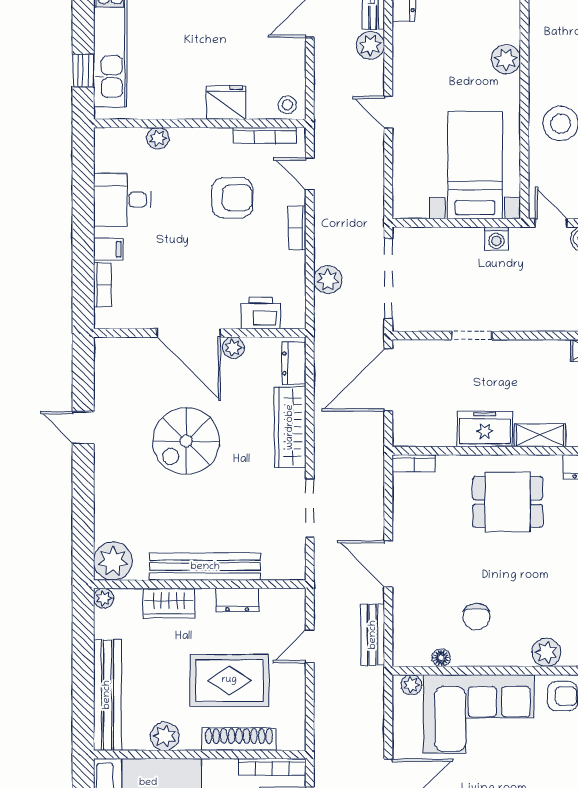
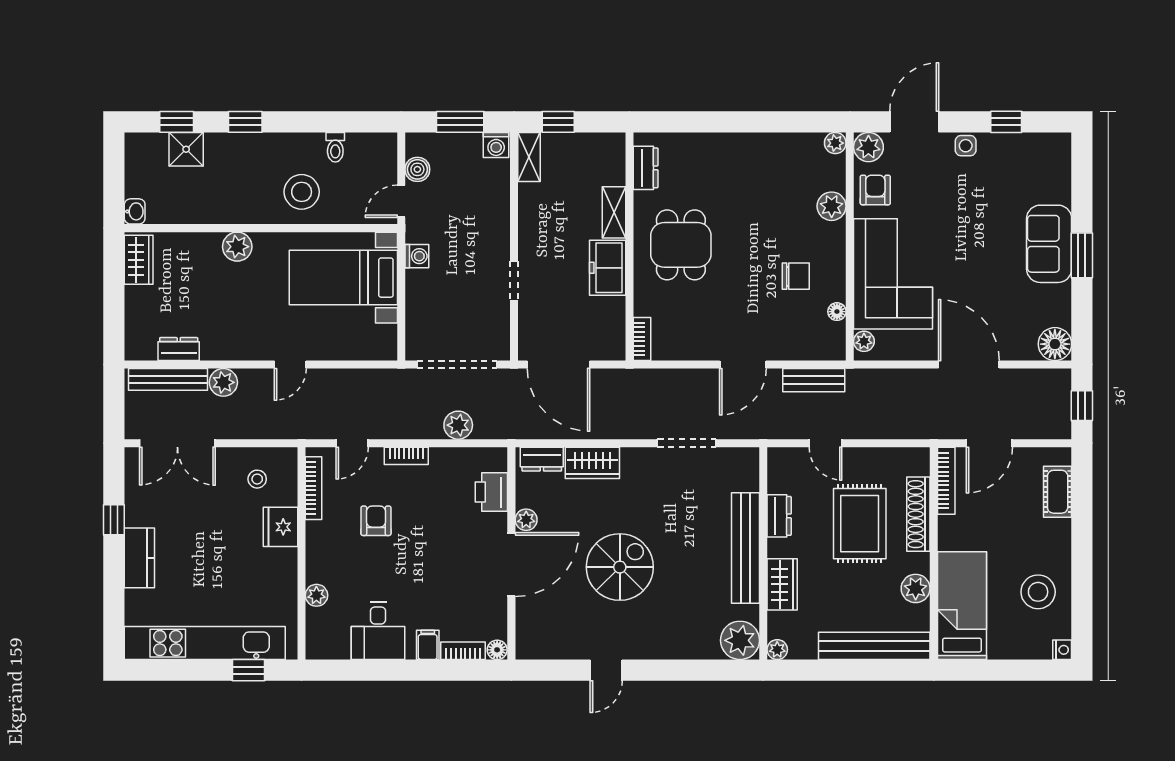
stool: (287, 105) -> (257, 479), moved
armchair: (232, 198) -> (376, 521), width x0.72, depth x0.72
floor lamp: (103, 319) -> (497, 650), added
wardrobe: (290, 427) -> (592, 463), width x0.67
spiral stairs: (186, 441) -> (620, 567), turned -90

